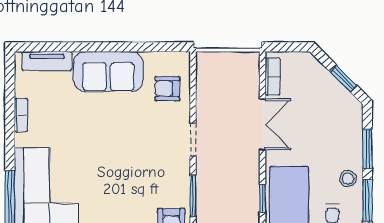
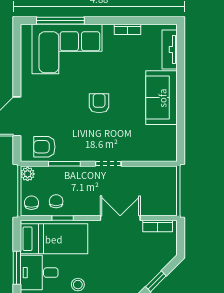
armchair: (167, 89) -> (99, 103), moved
double door: (262, 124) -> (120, 218), swing flipped
chair: (241, 206) -> (56, 201), added

